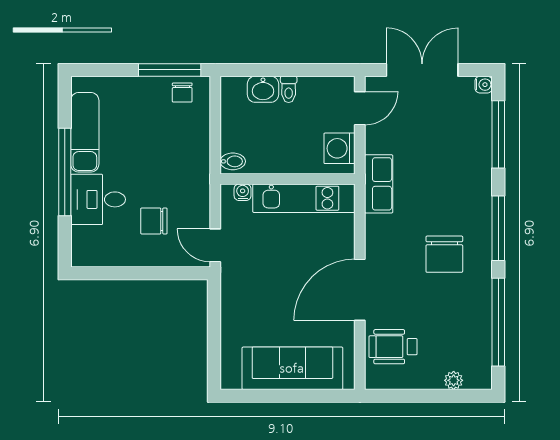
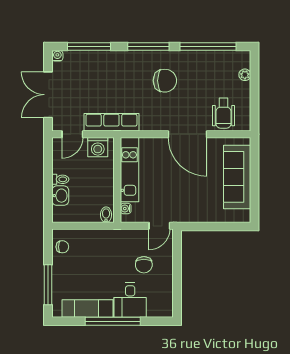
window: (170, 70) -> (48, 285), moved
door: (360, 108) -> (72, 134), swing flipped
row of seats: (379, 184) -> (111, 122), width x1.48

